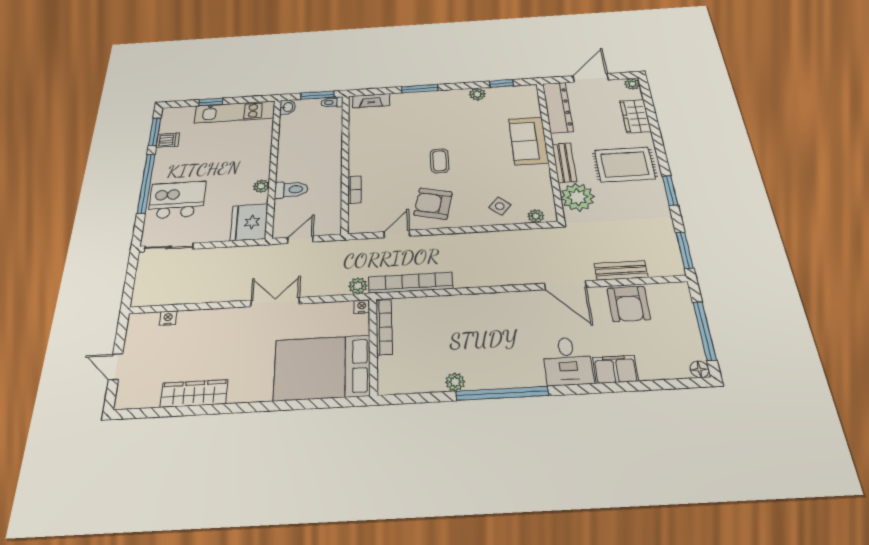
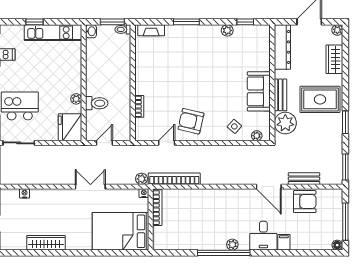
sofa: (529, 141) -> (259, 91), moved
coffee table: (440, 161) -> (197, 87), removed
armchair: (629, 304) -> (305, 202), turned -90
filing cabinet: (615, 369) -> (284, 242), width x0.50
plant: (455, 382) -> (232, 245), moved

